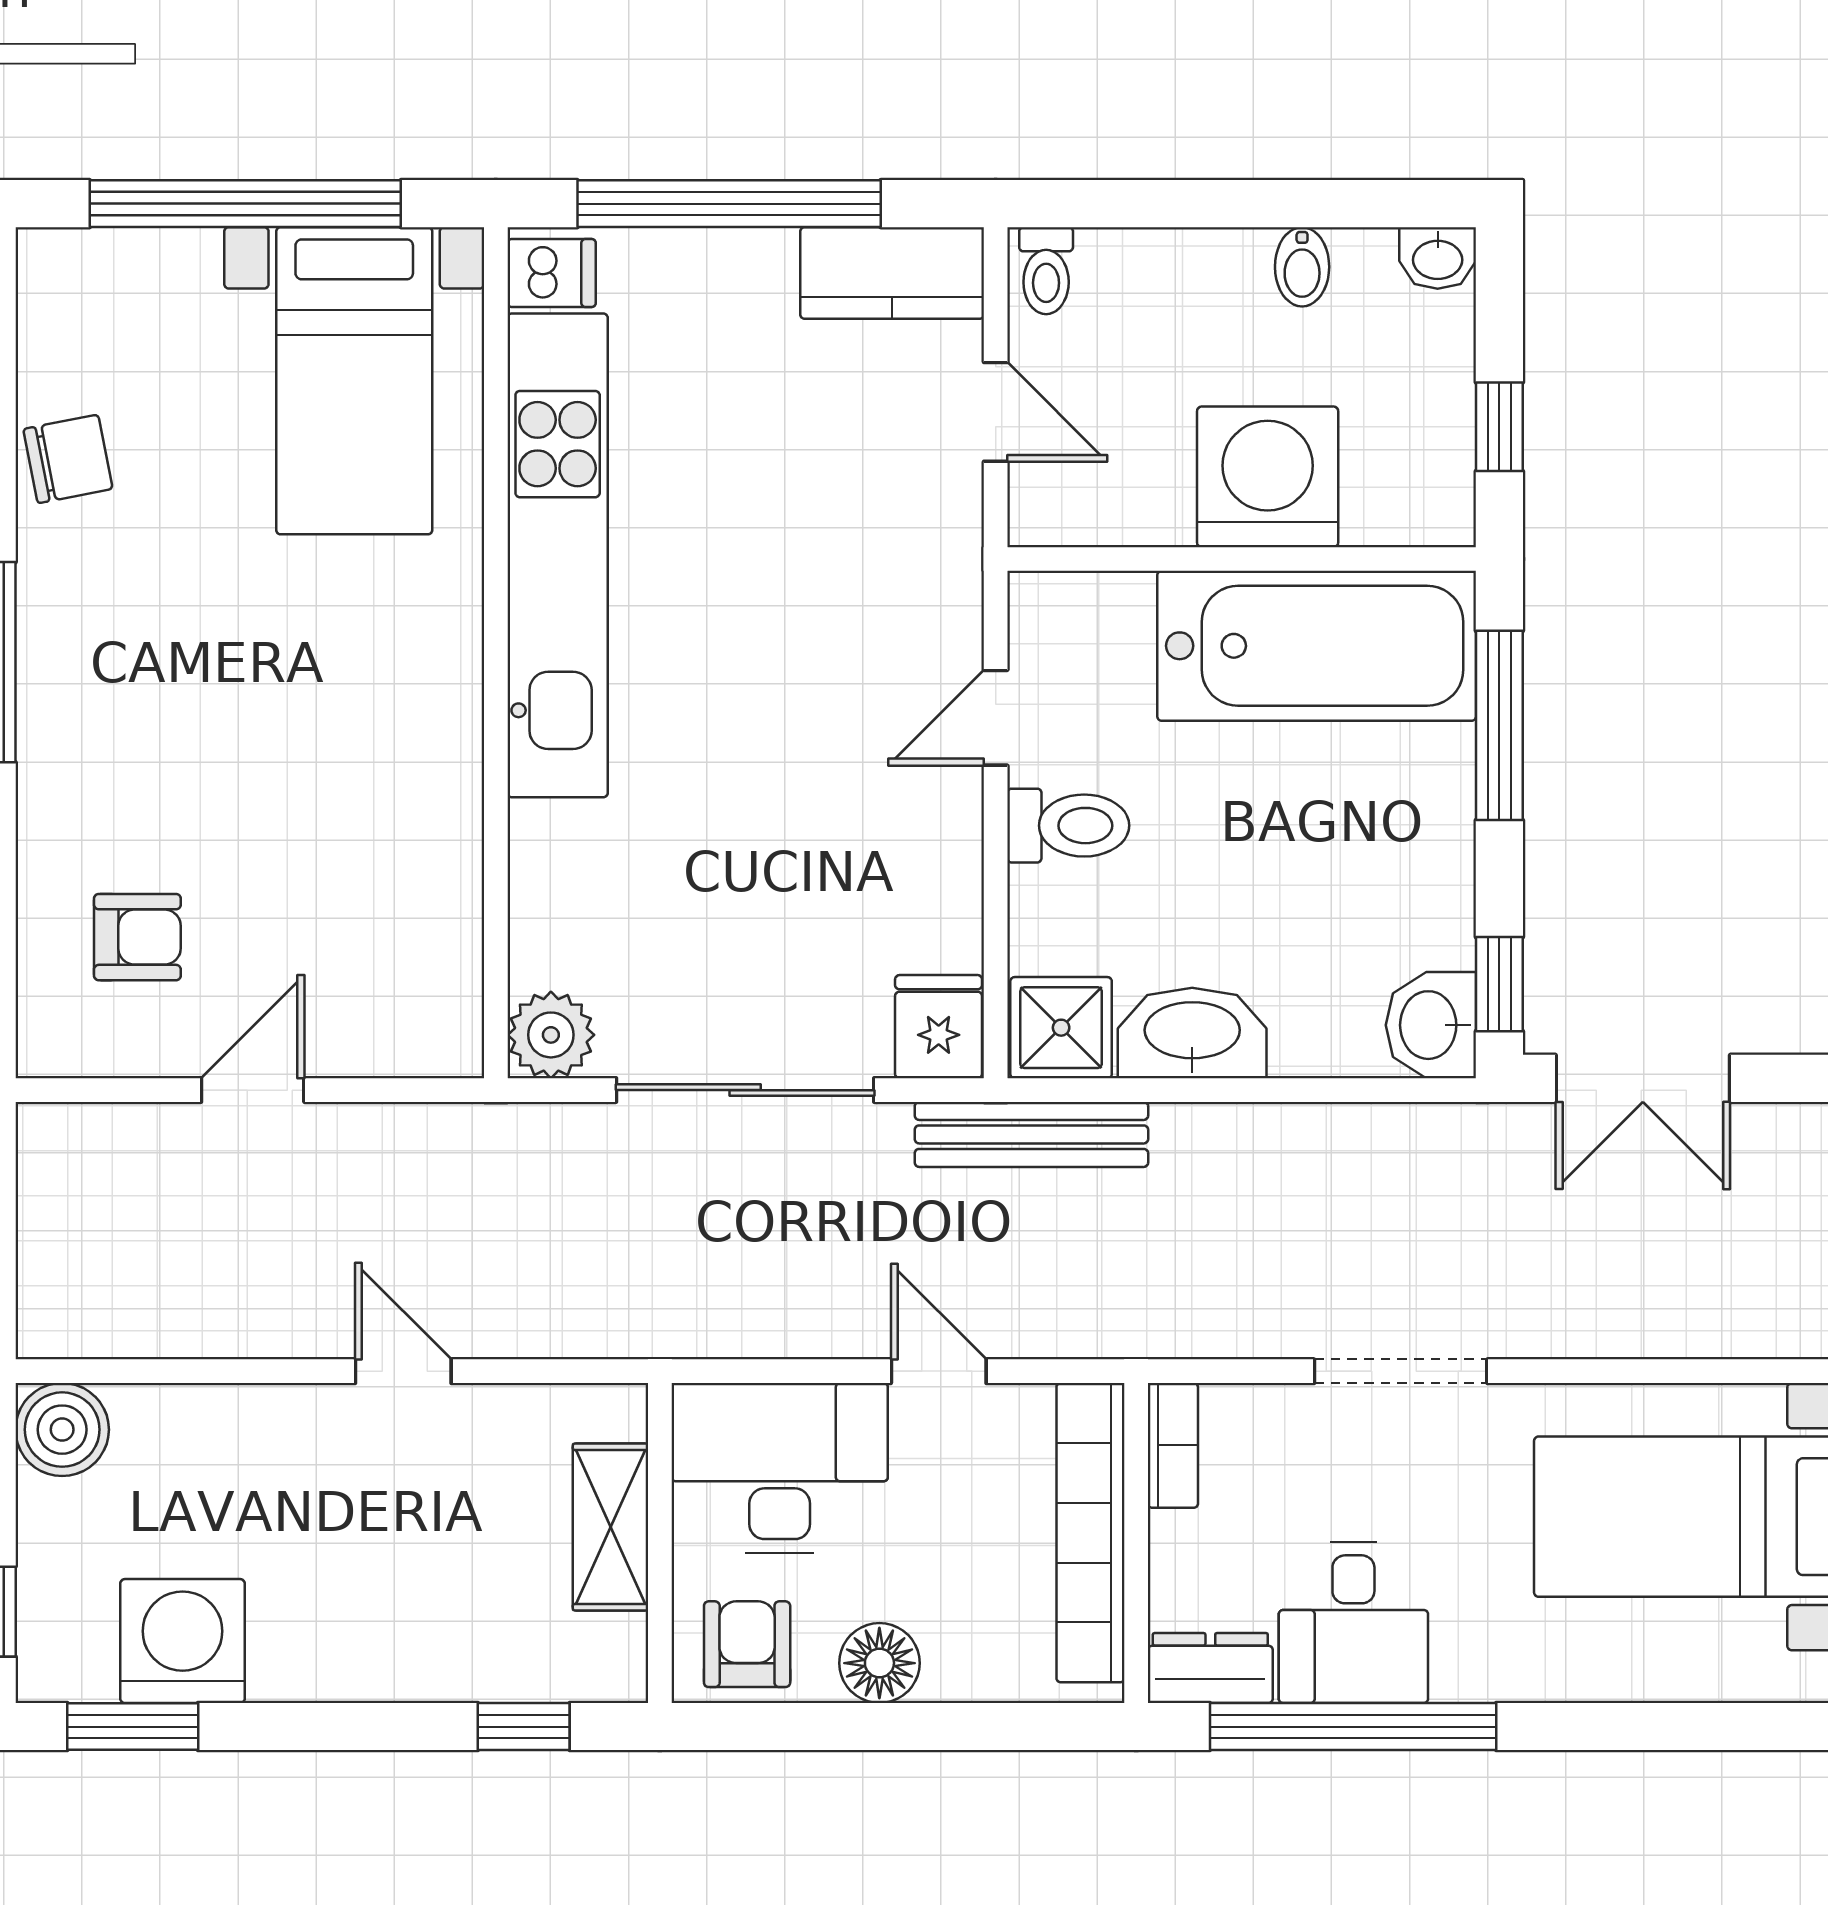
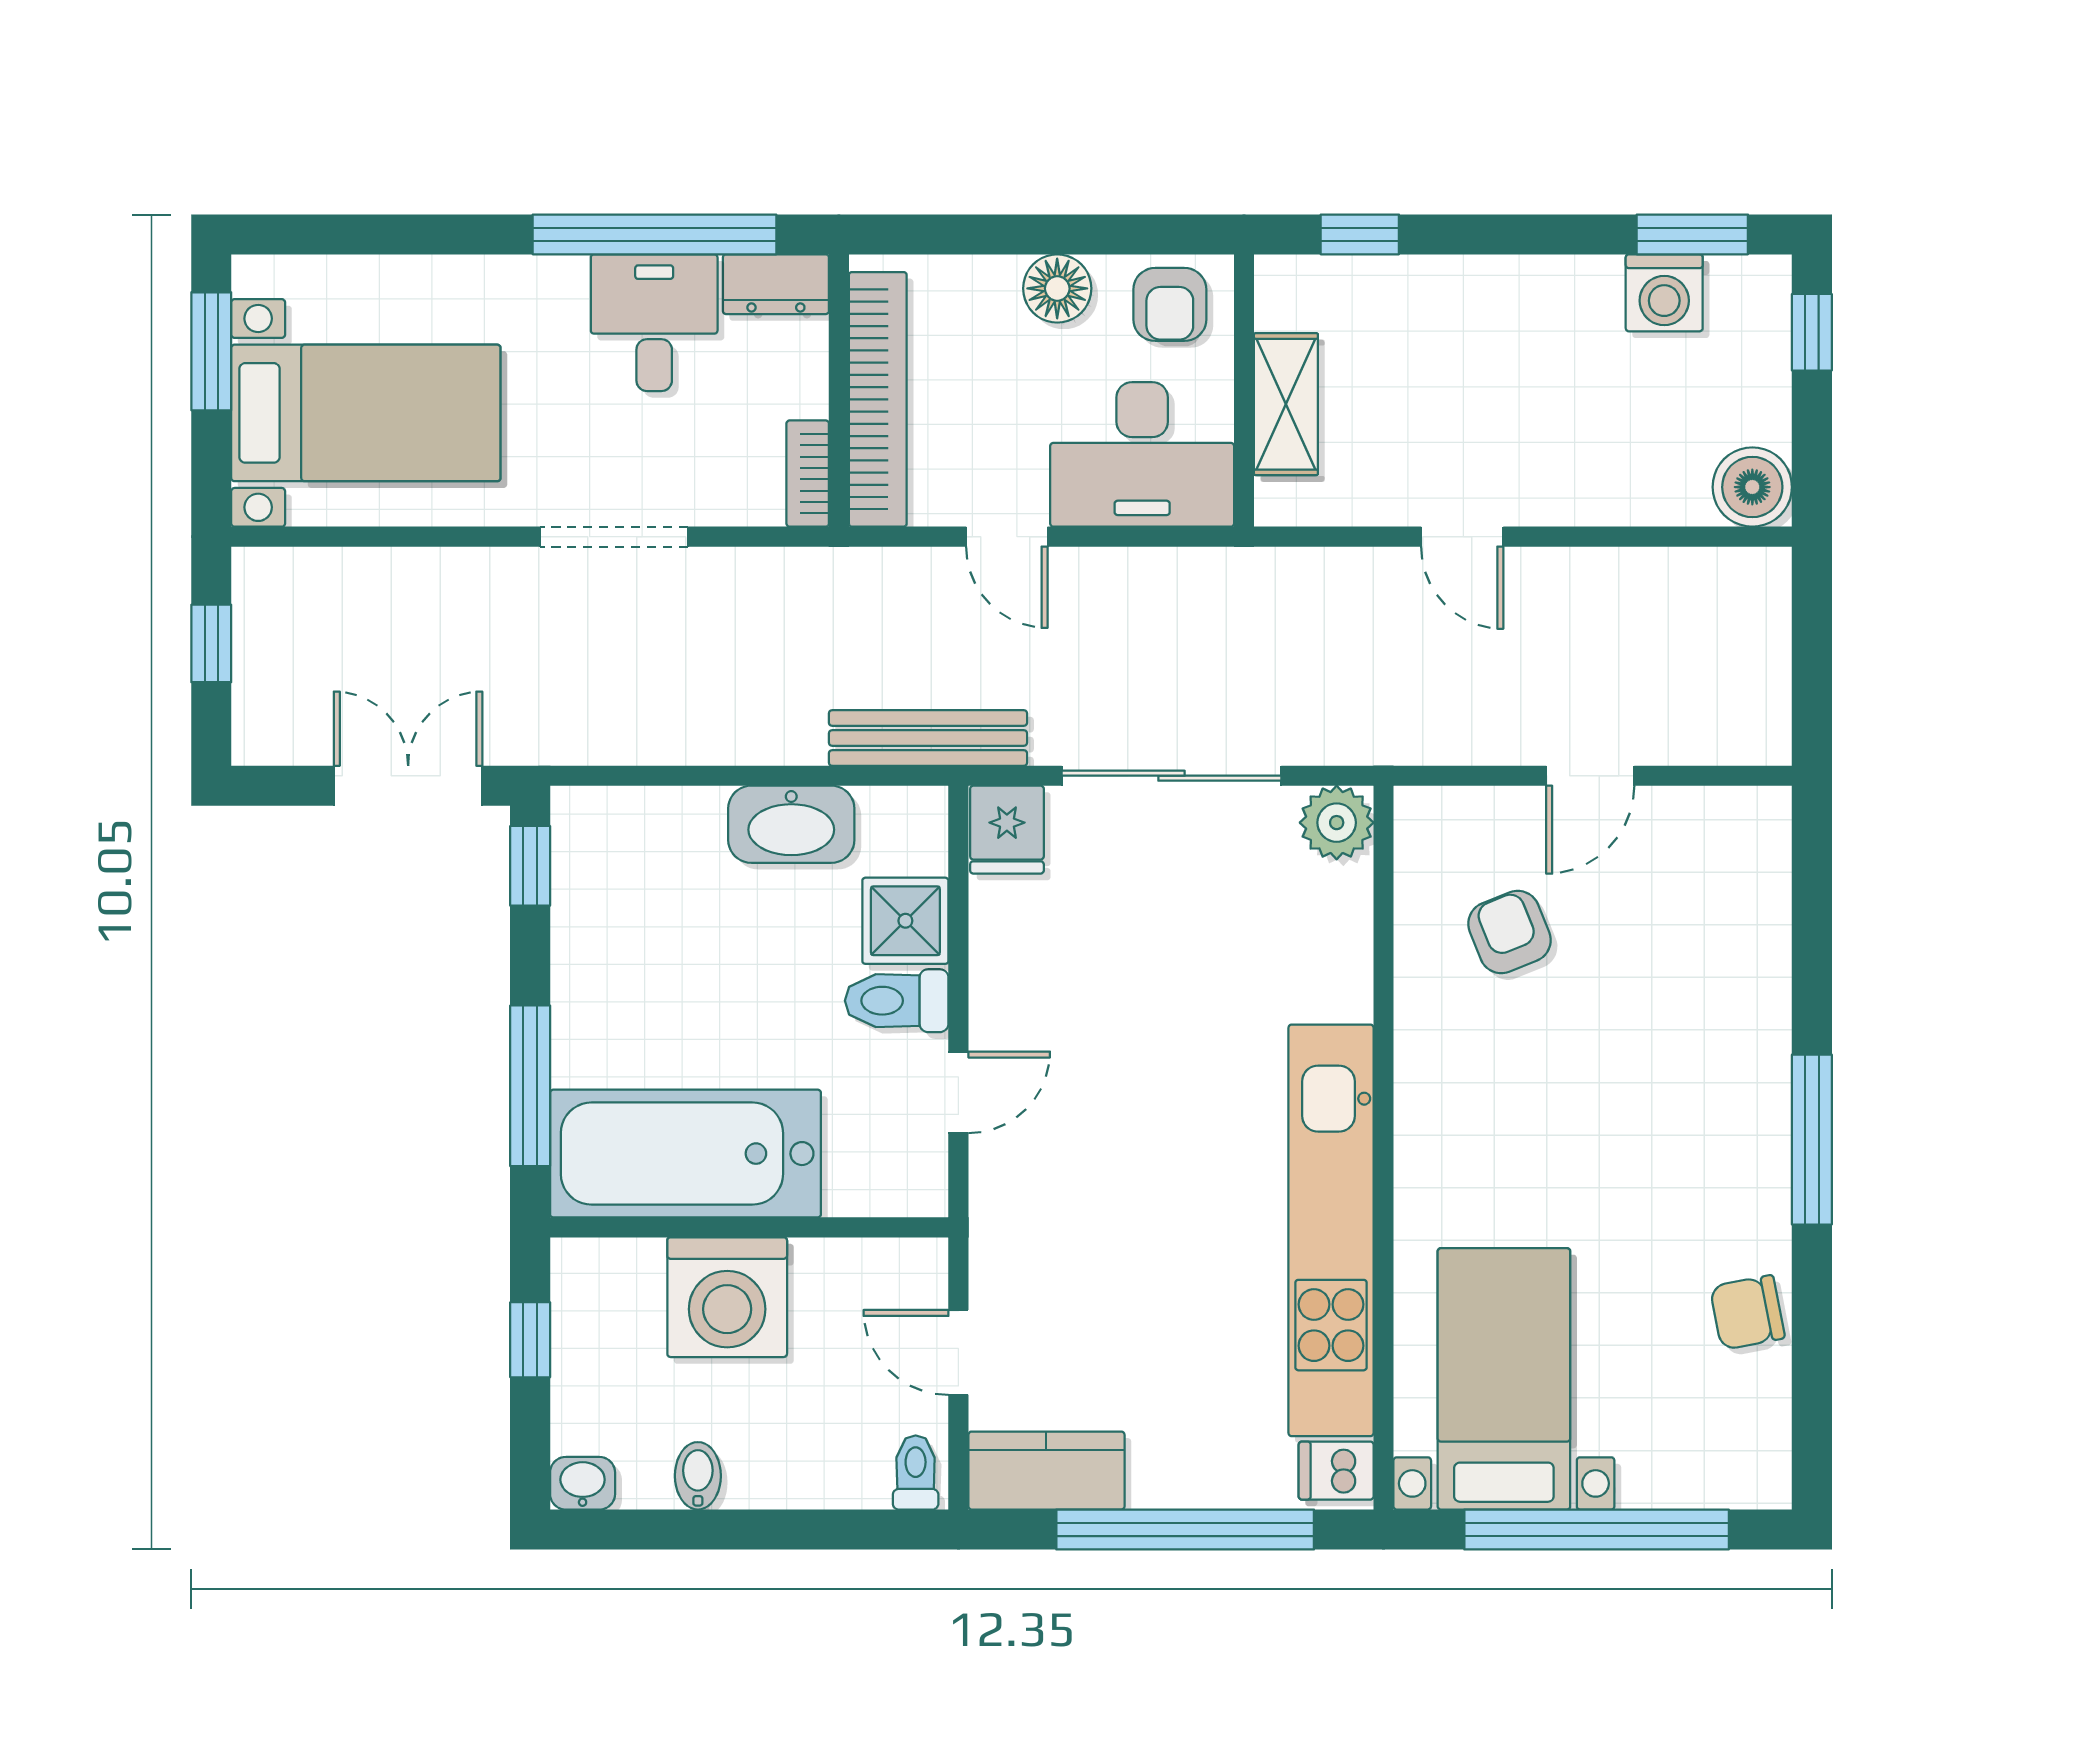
armchair: (137, 937) -> (1509, 932), moved, turned 68
washbasin: (1431, 1025) -> (588, 831), removed
shower: (1061, 1028) -> (905, 921), moved
washing machine: (183, 1641) -> (1664, 293), width x0.73, depth x0.73

